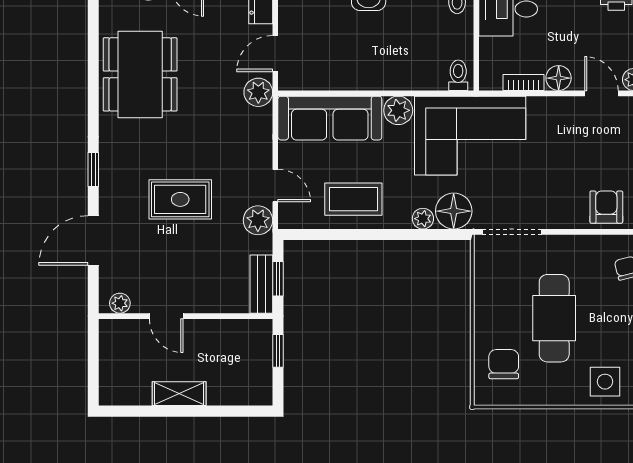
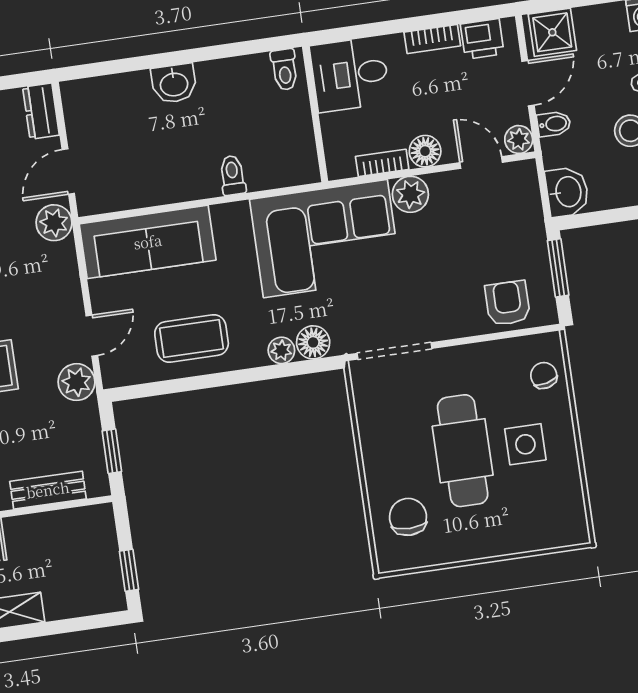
toilet: (458, 75) -> (232, 175), moved
plant: (398, 110) -> (410, 194), moved
door: (275, 186) -> (92, 336), hinge flipped
floor lamp: (454, 211) -> (313, 342), width x0.73, depth x0.73
bench: (261, 284) -> (48, 490), moved, turned 90
window: (278, 351) -> (129, 570), moved
side table: (605, 382) -> (525, 444), moved

